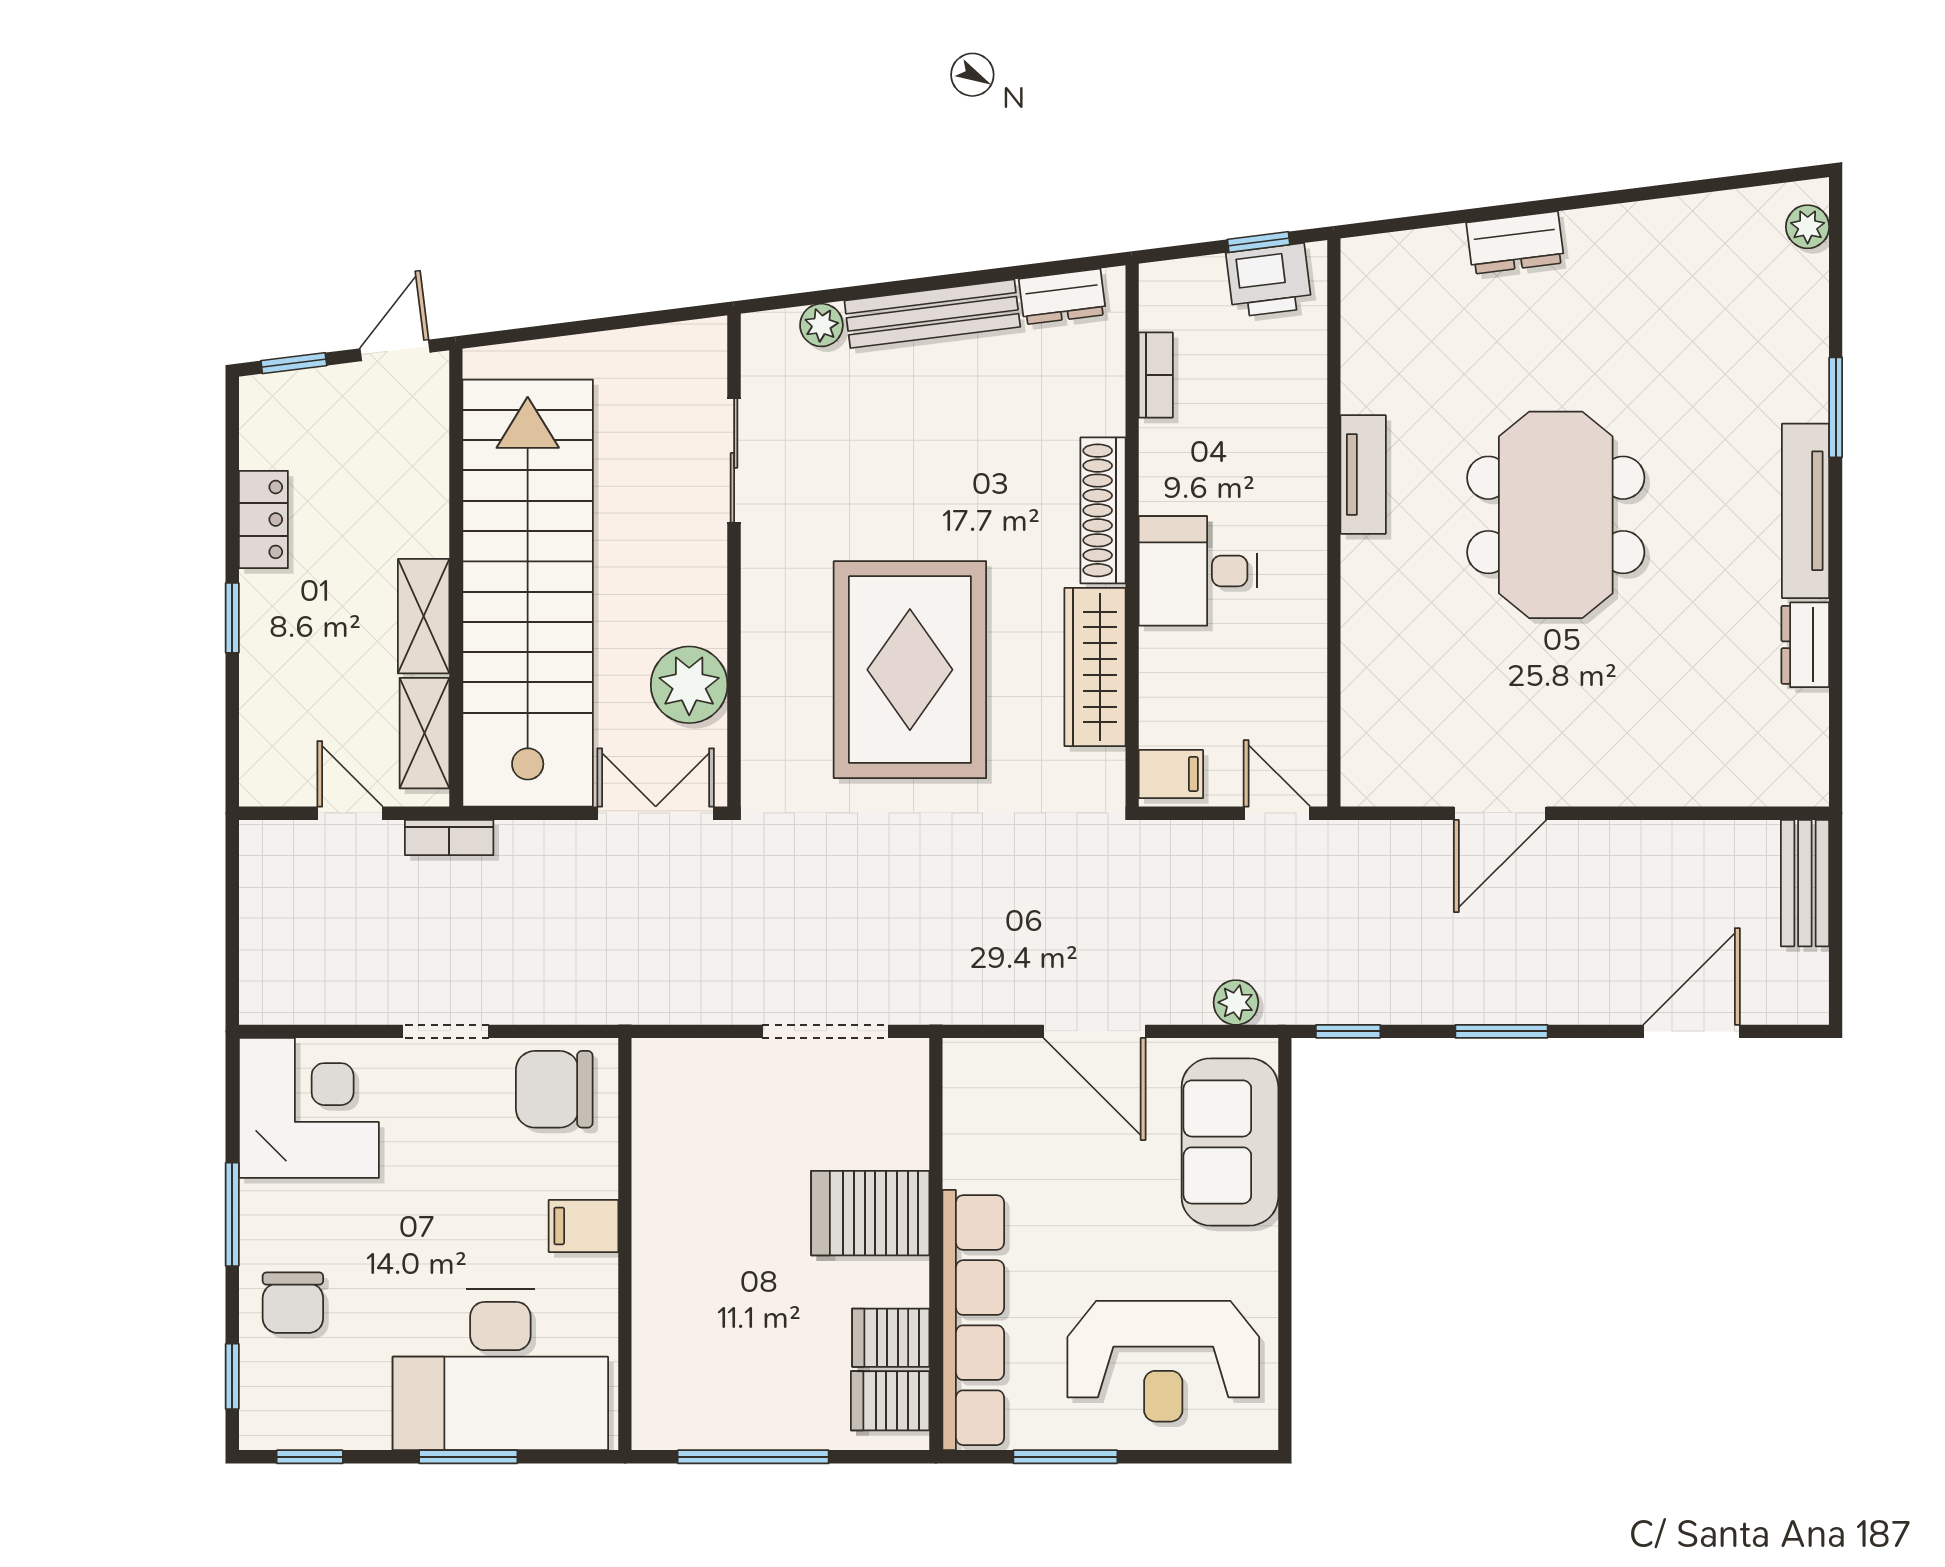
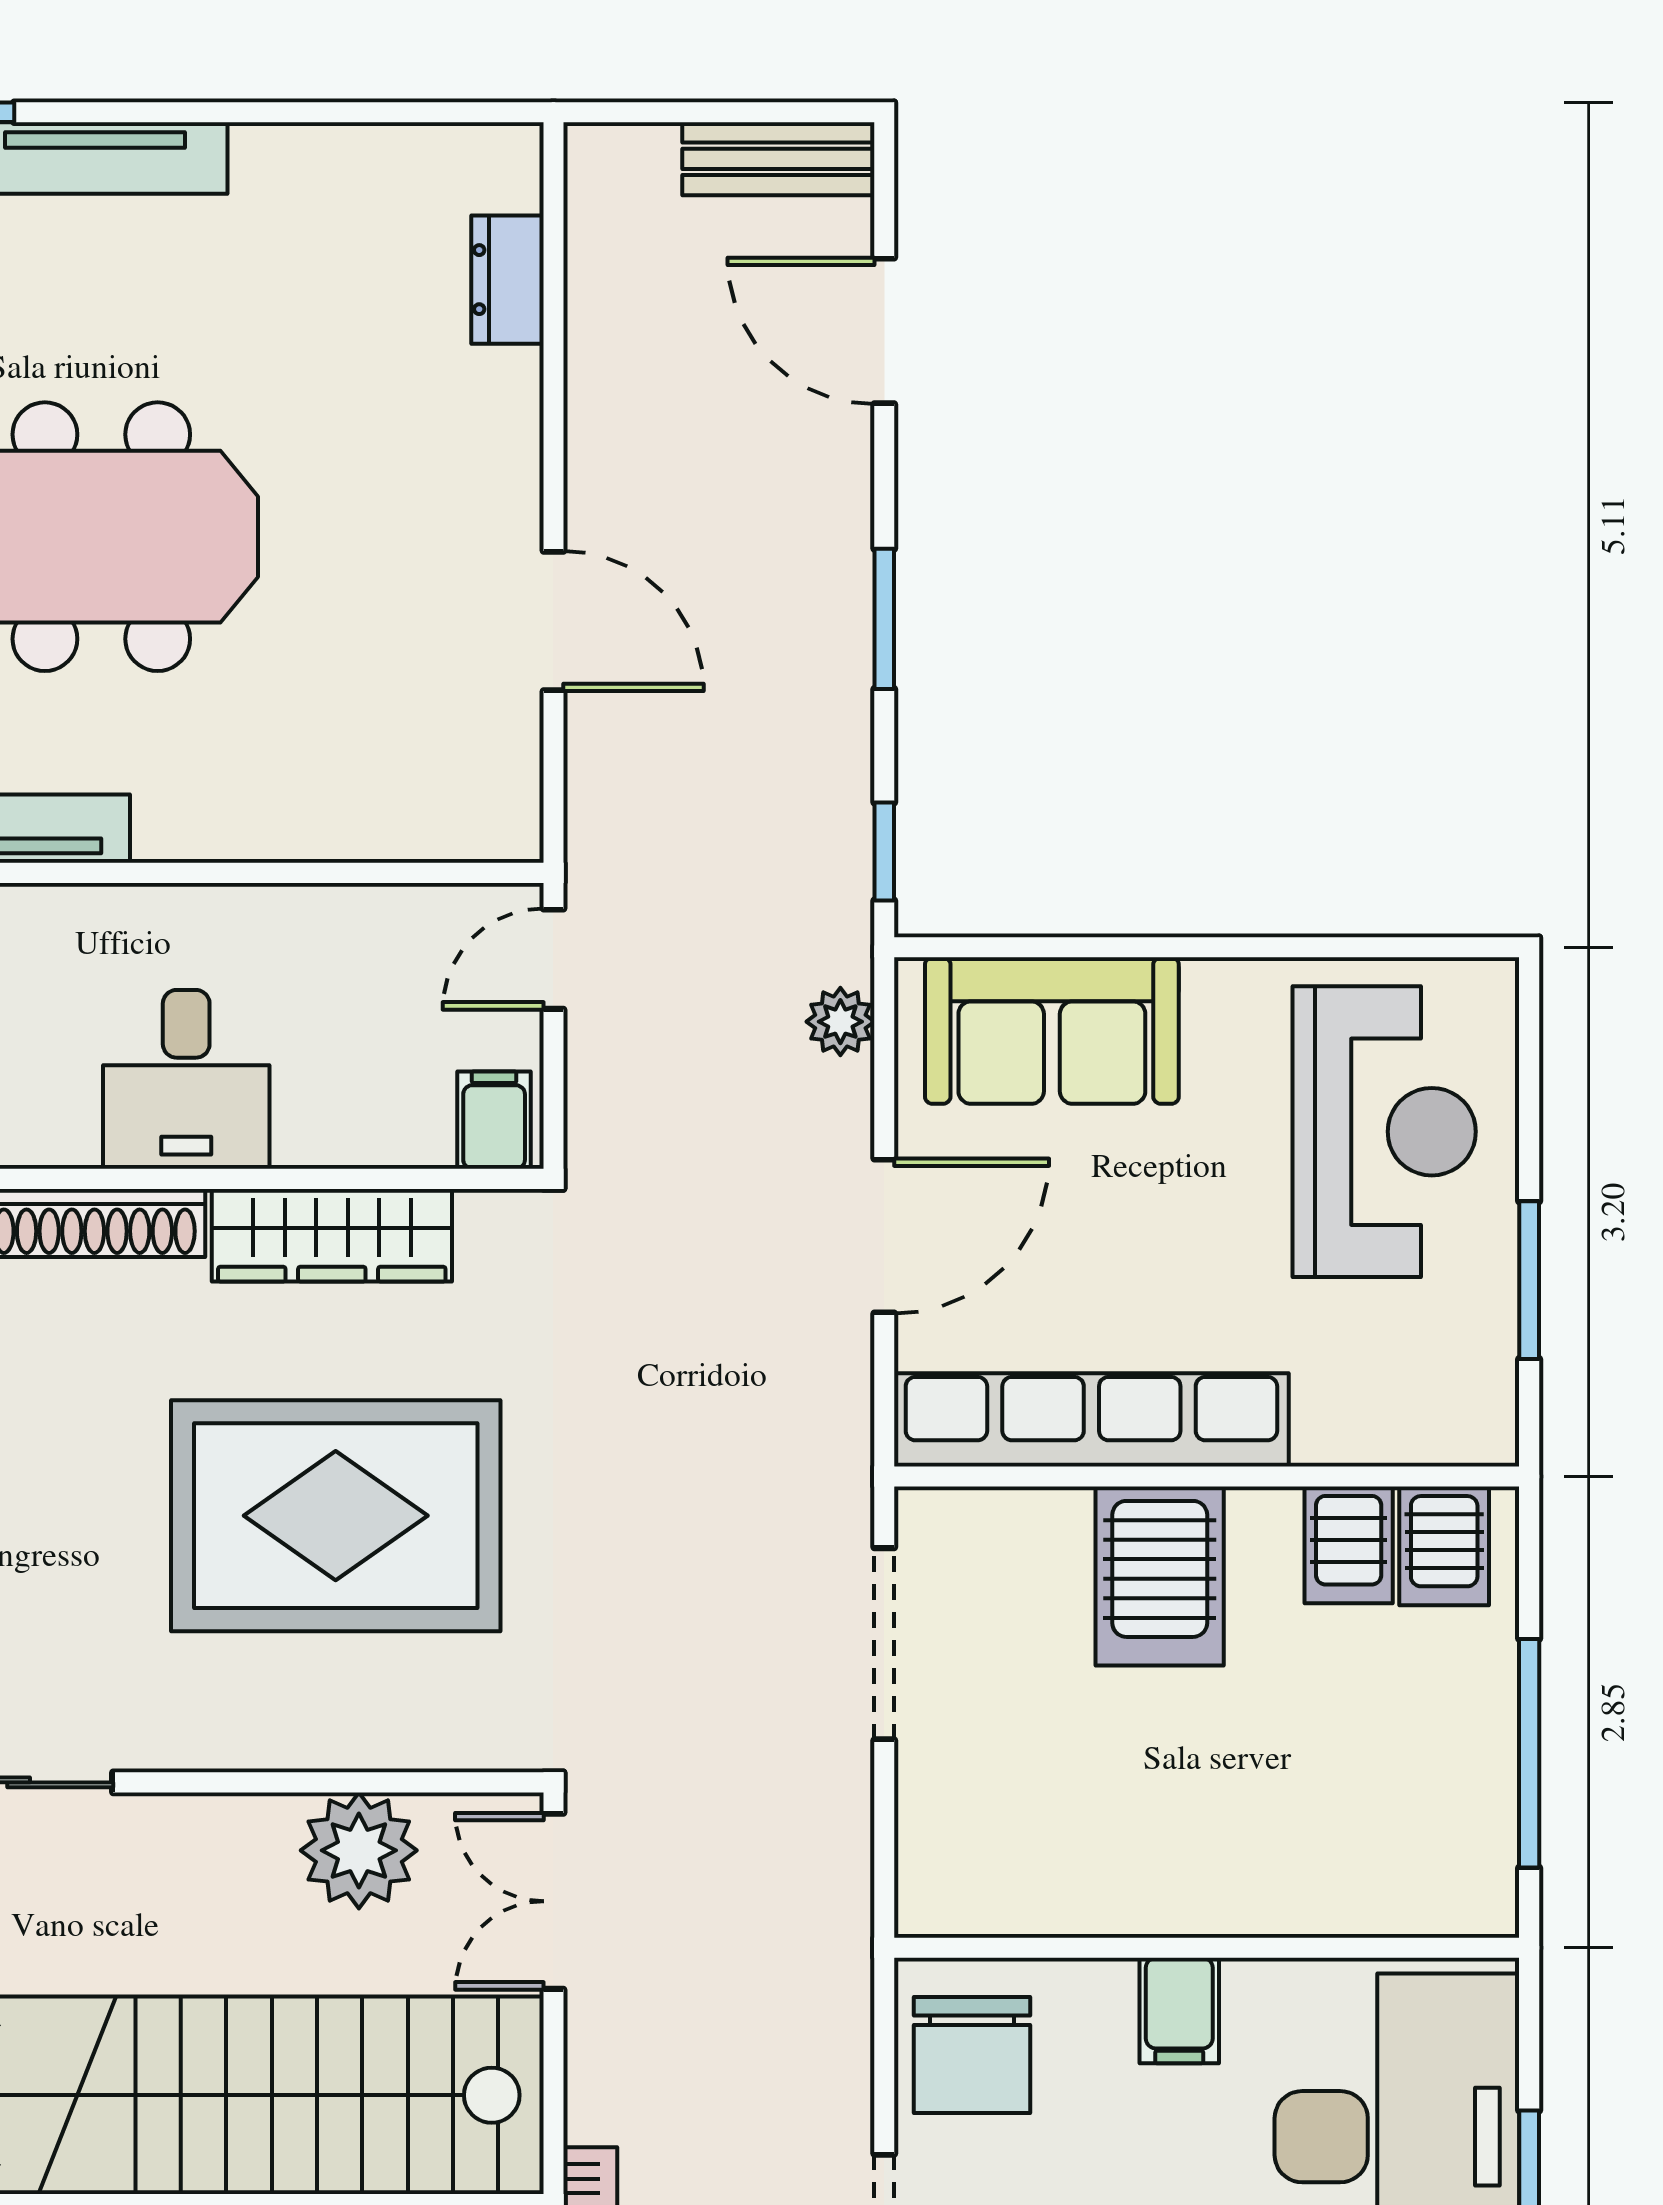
dresser: (1805, 645) -> (507, 280), moved, turned 90
bench: (1805, 883) -> (778, 159), moved
row of seats: (973, 1320) -> (1091, 1420), moved

